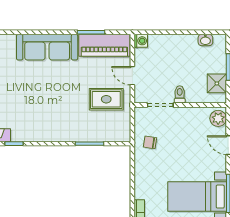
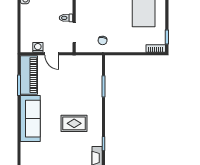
washing machine: (141, 41) -> (38, 47), moved
door: (132, 76) -> (52, 54), hinge flipped
rug: (106, 99) -> (74, 123), moved, turned 90

